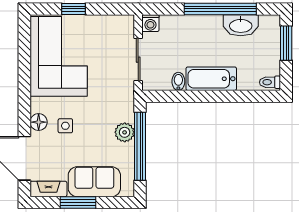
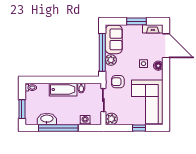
washing machine: (150, 23) -> (85, 120), moved
plant: (124, 25) -> (111, 119), added
armchair: (112, 93) -> (118, 82), added
sofa: (94, 182) -> (114, 39), moved, turned -90

